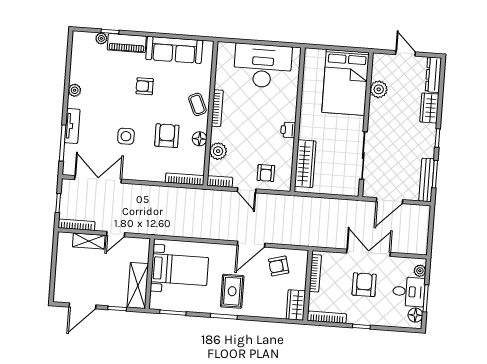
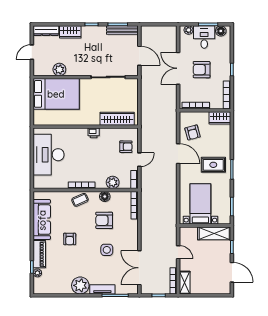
plant: (75, 90) -> (80, 285), width x1.88, depth x1.88
shelving: (89, 241) -> (185, 283), moved

